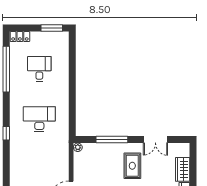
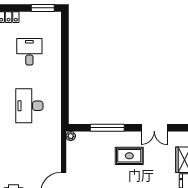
desk: (39, 119) -> (29, 106), turned -90
rug: (132, 166) -> (129, 156), turned 90

